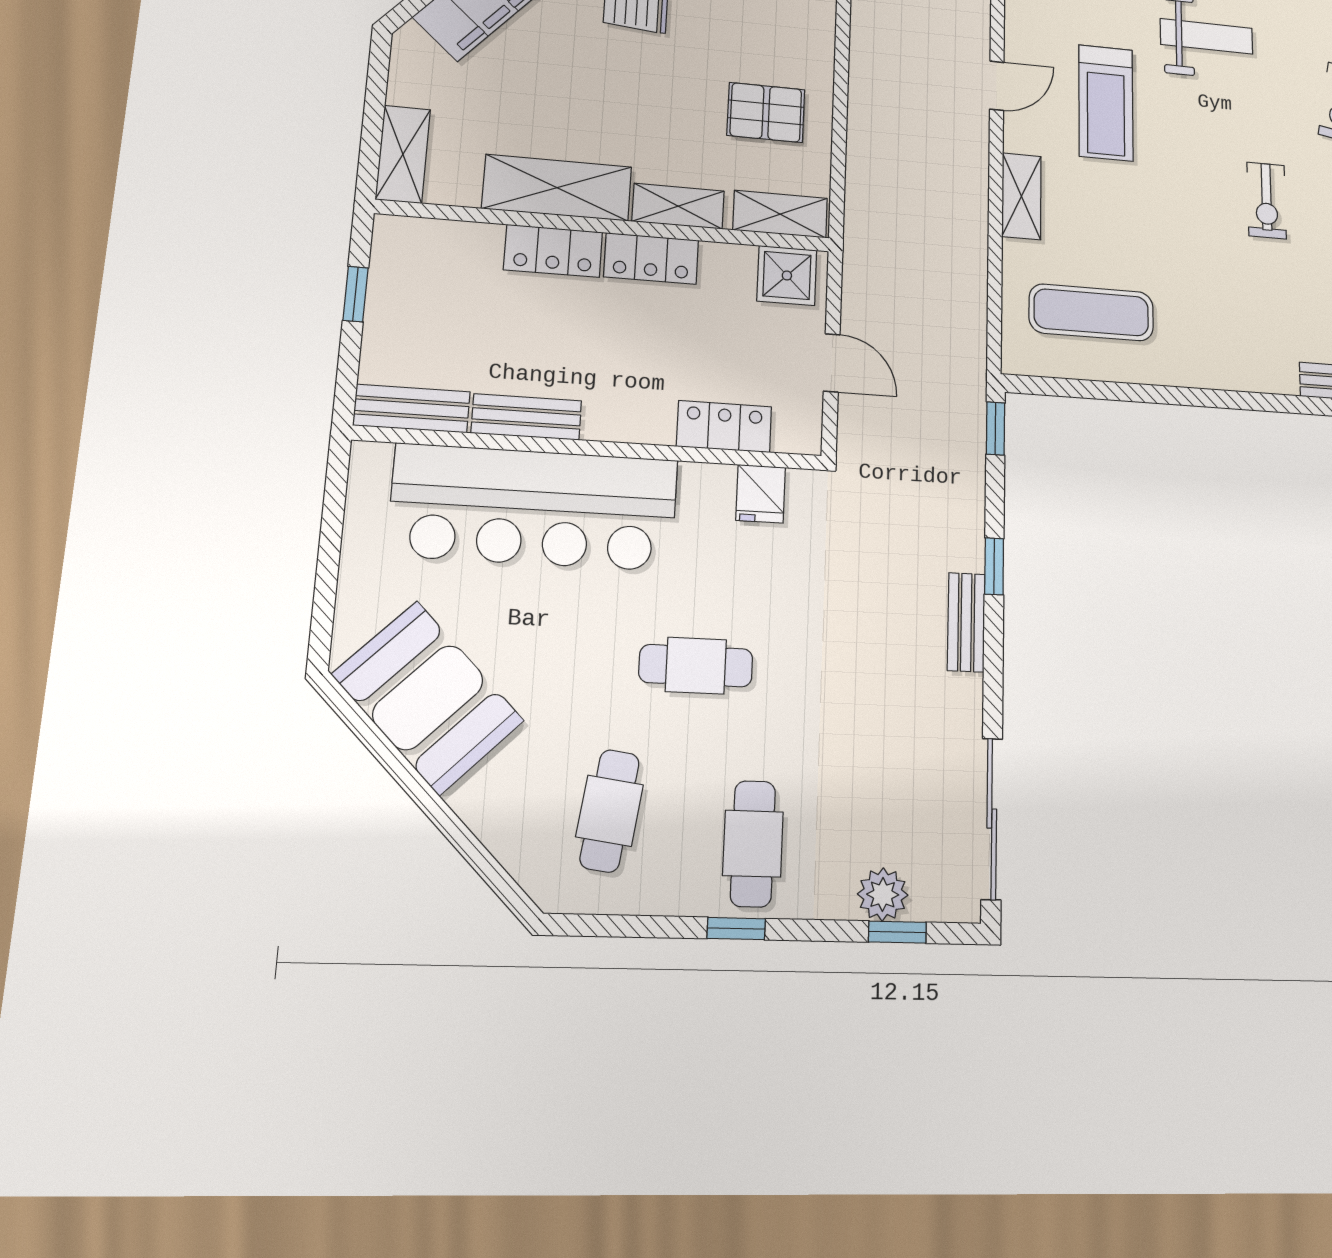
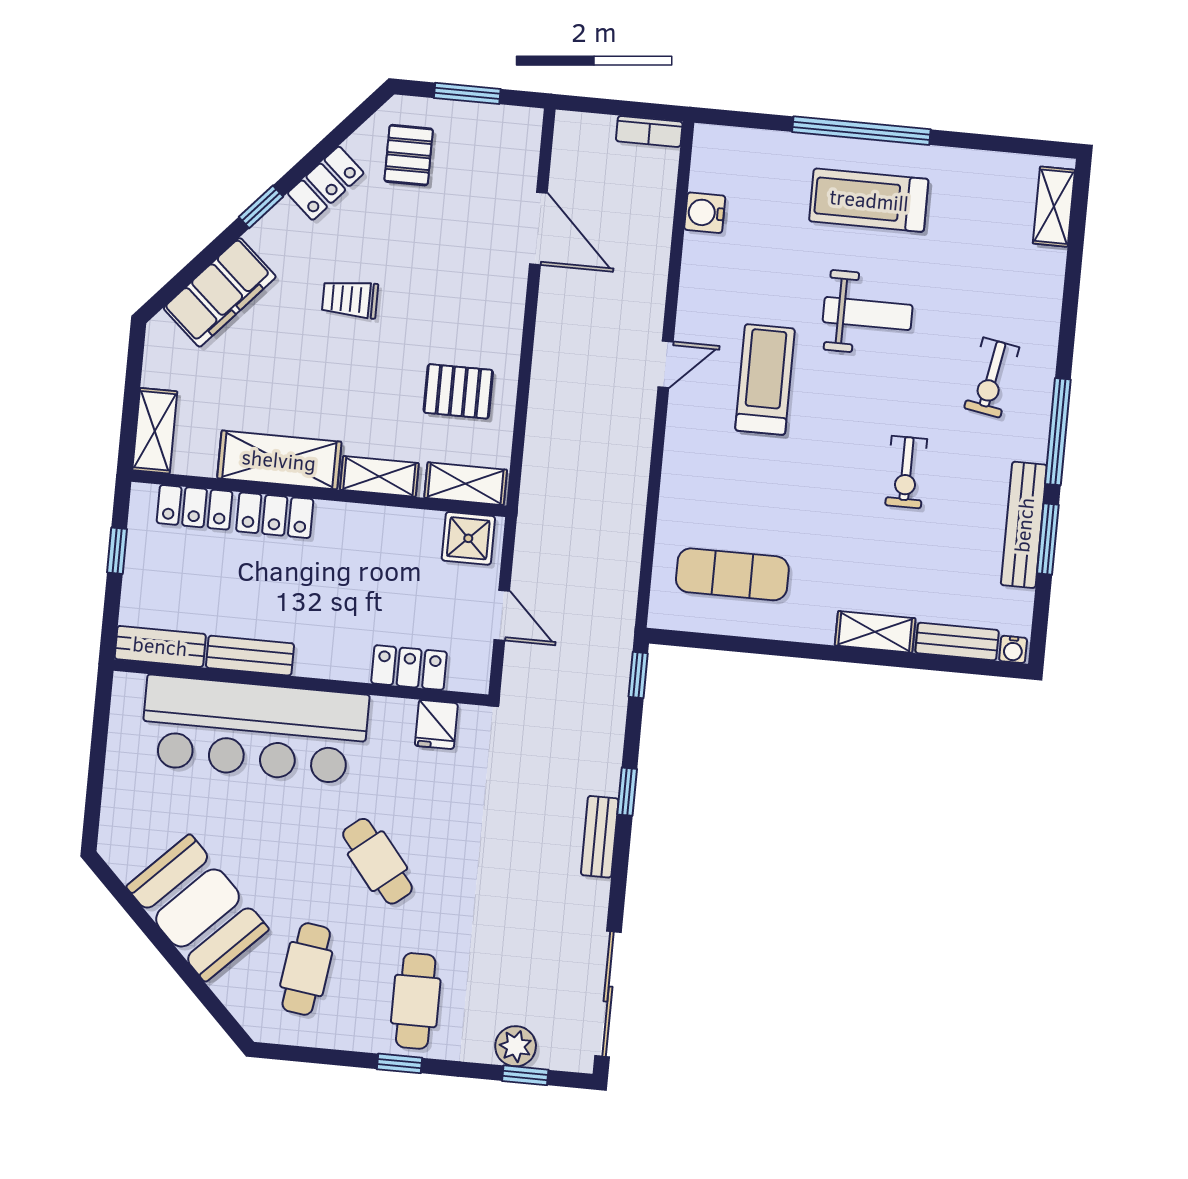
treadmill: (1106, 103) -> (765, 380), turned 180
shelving: (1021, 196) -> (875, 632), moved, turned 90
locker: (651, 258) -> (195, 507), moved
cafe table: (696, 666) -> (377, 861), turned 51
booth: (428, 698) -> (198, 908), moved

